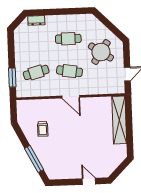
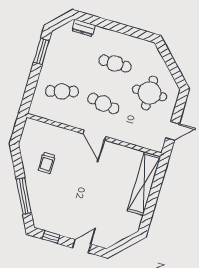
round table: (101, 52) -> (150, 93), turned -34
window: (12, 78) -> (41, 51), moved
door: (89, 181) -> (82, 246), hinge flipped
window: (64, 182) -> (51, 237), added

